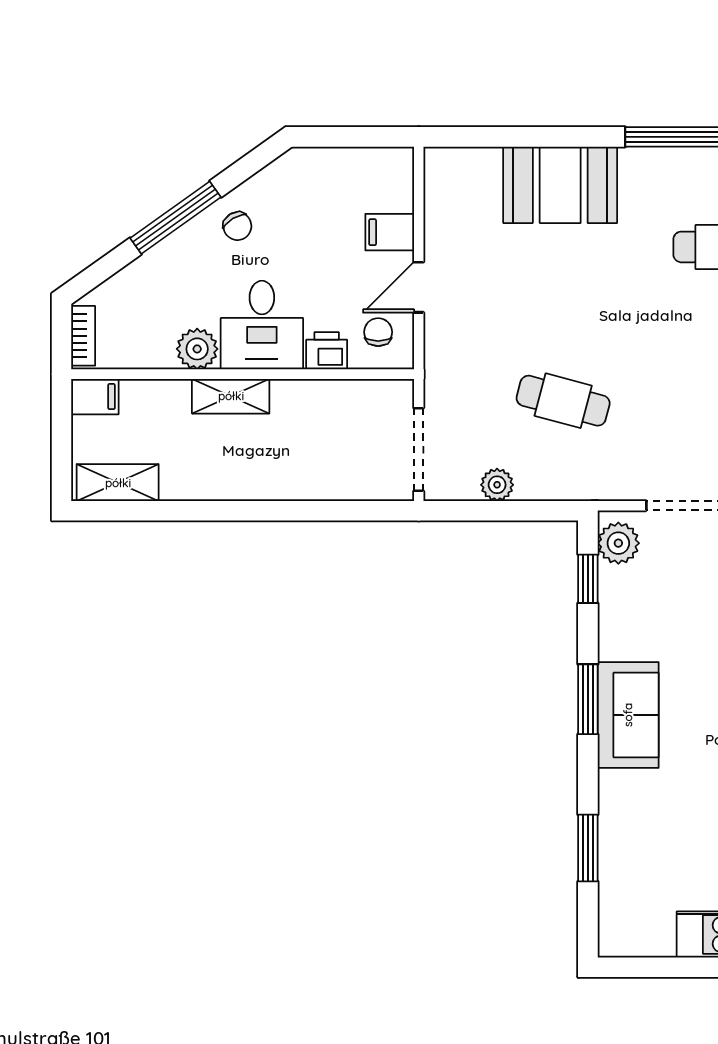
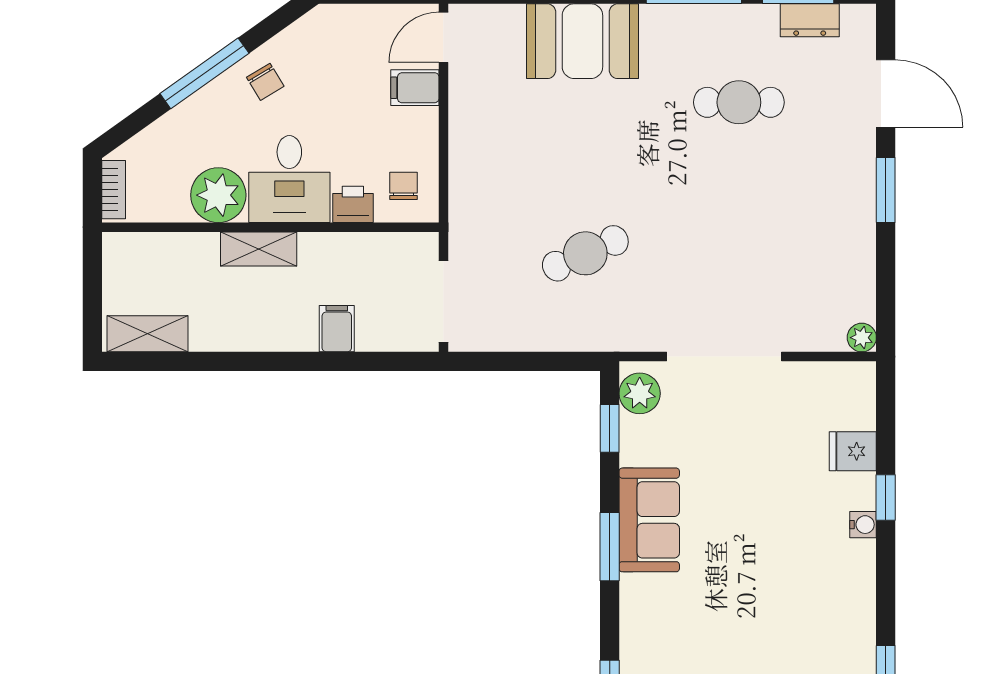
door: (419, 287) -> (443, 37), moved
plant: (197, 349) -> (218, 195), width x1.36, depth x1.36
filing cabinet: (95, 397) -> (337, 329), moved, turned -90
cafe table: (563, 401) -> (585, 253), turned -39
plant: (497, 485) -> (520, 336), removed
sofa: (628, 715) -> (649, 520), moved

